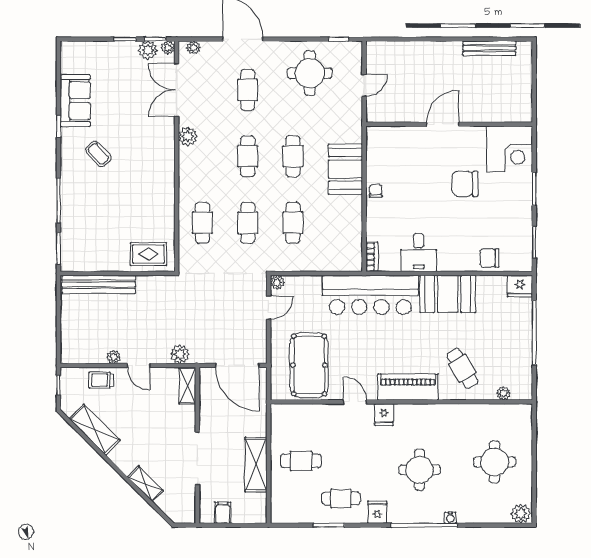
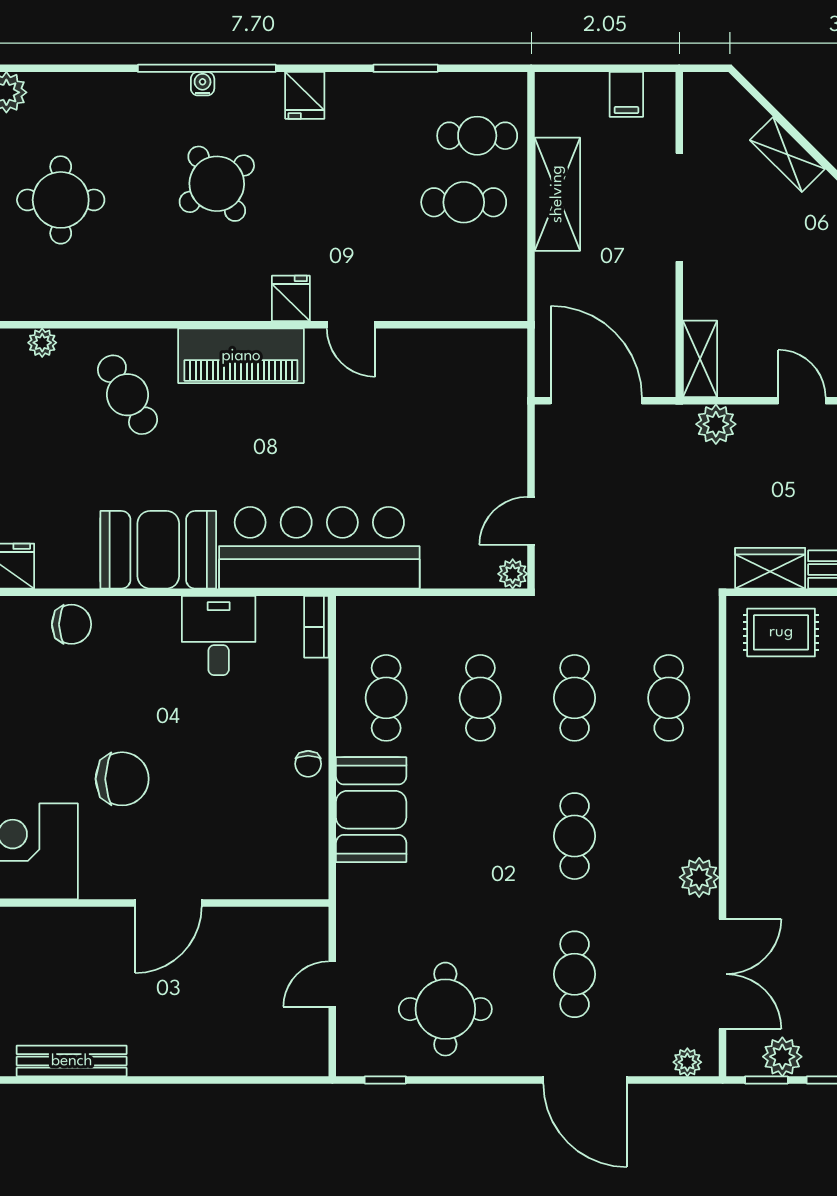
plant: (168, 48) -> (740, 1062), removed
cafe table: (293, 156) -> (386, 698), moved
wardrobe: (154, 285) -> (770, 568), added
pool table: (309, 365) -> (447, 402), removed
round table: (420, 470) -> (217, 184), turned -34
cafe table: (341, 498) -> (477, 136), moved
water cooler: (450, 518) -> (203, 84), moved

